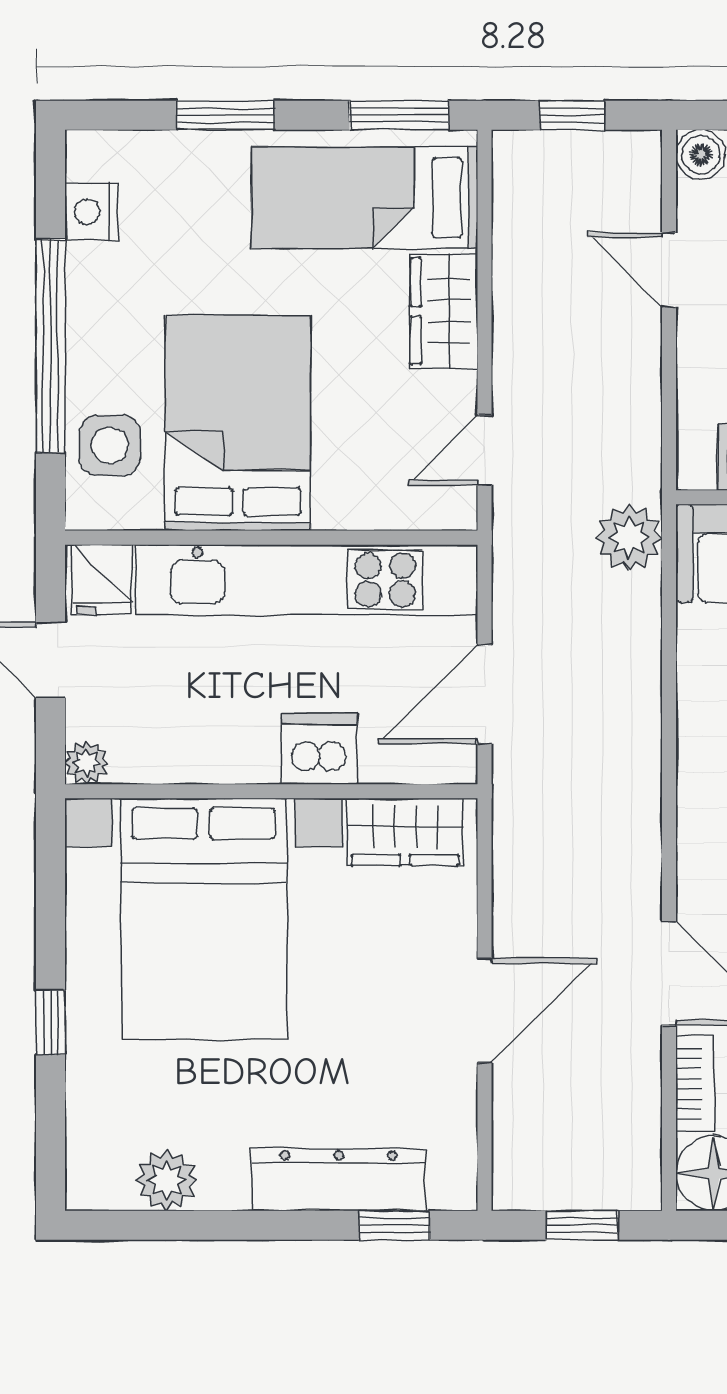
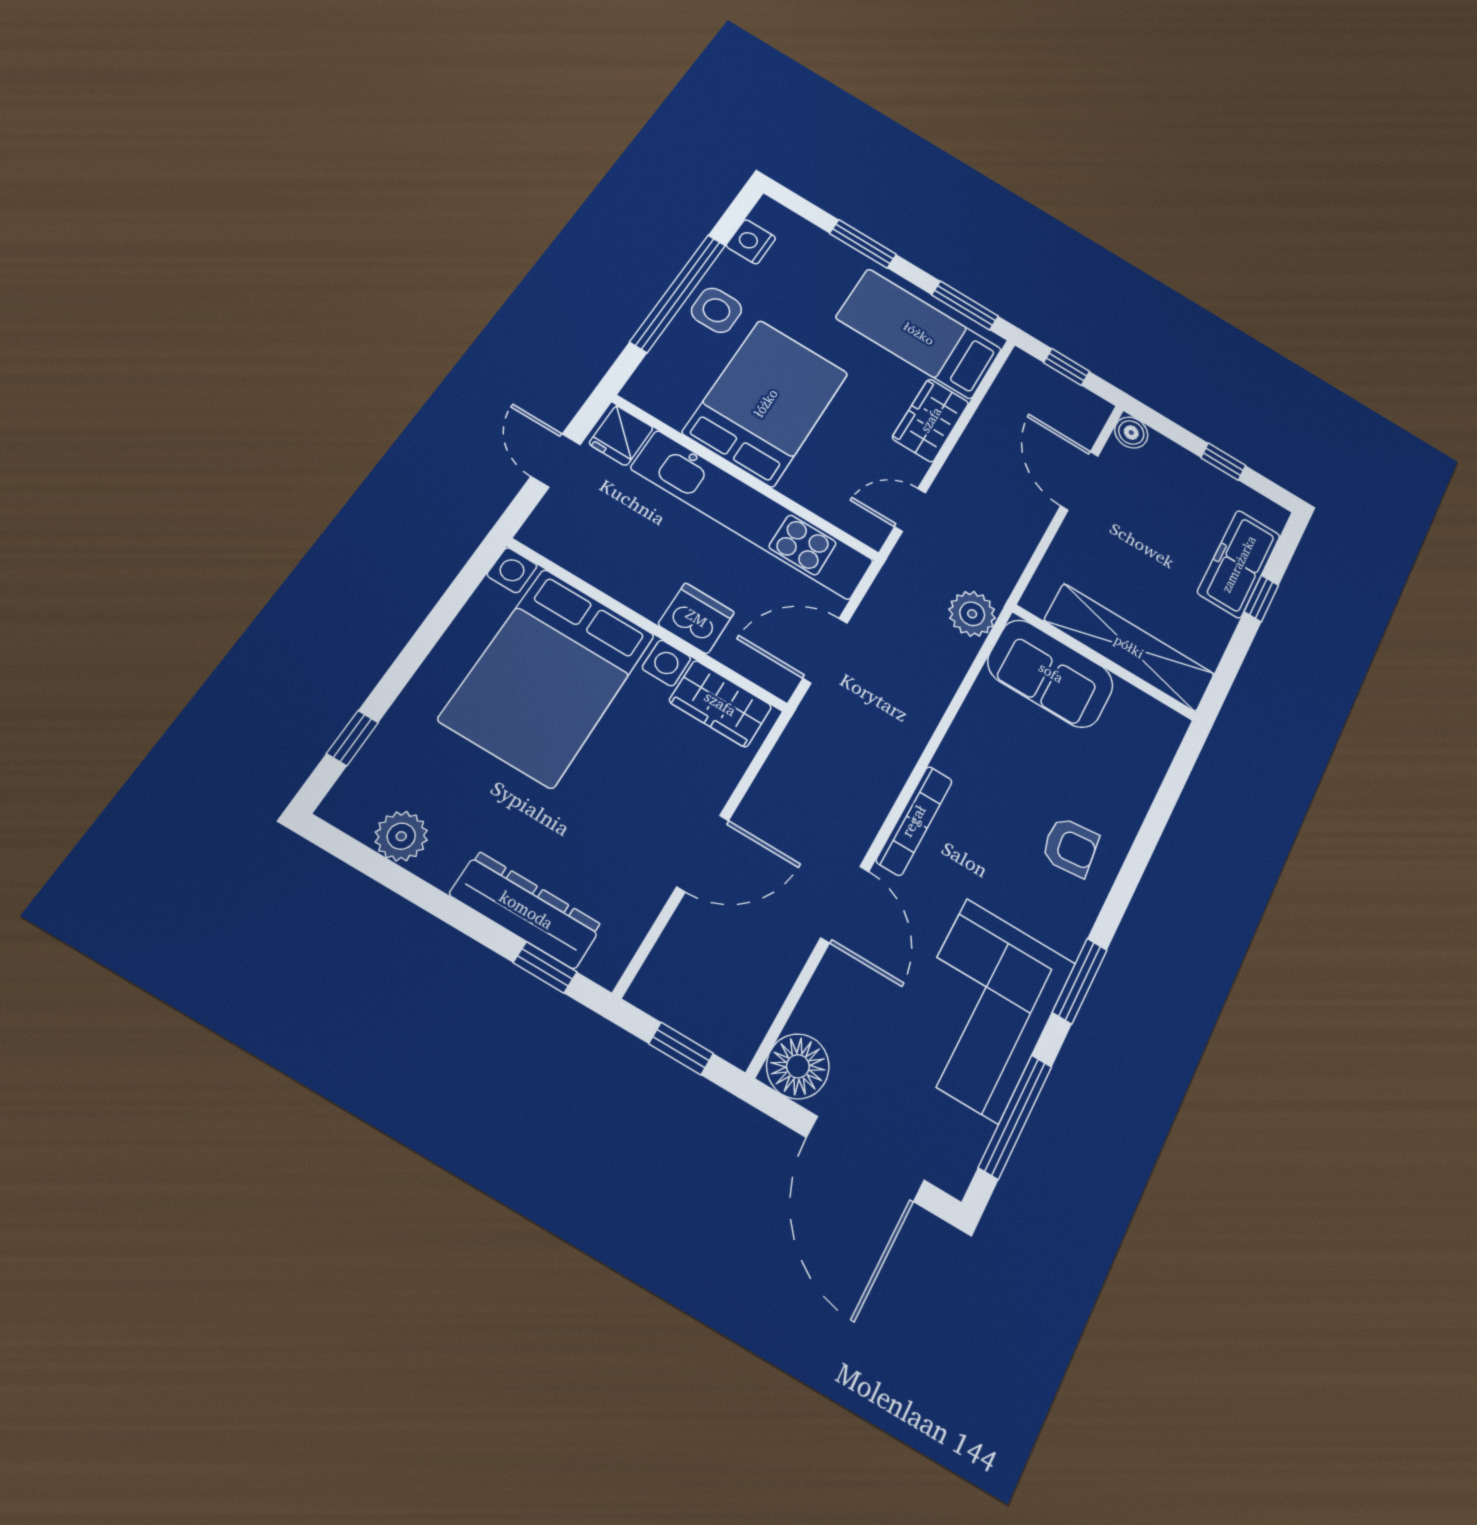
door: (669, 270) -> (1079, 481), width x1.38
side table: (110, 445) -> (716, 310), moved
plant: (86, 763) -> (536, 534), removed
window: (50, 1022) -> (353, 738), moved
bookcase: (695, 1083) -> (914, 821), moved, width x1.56

